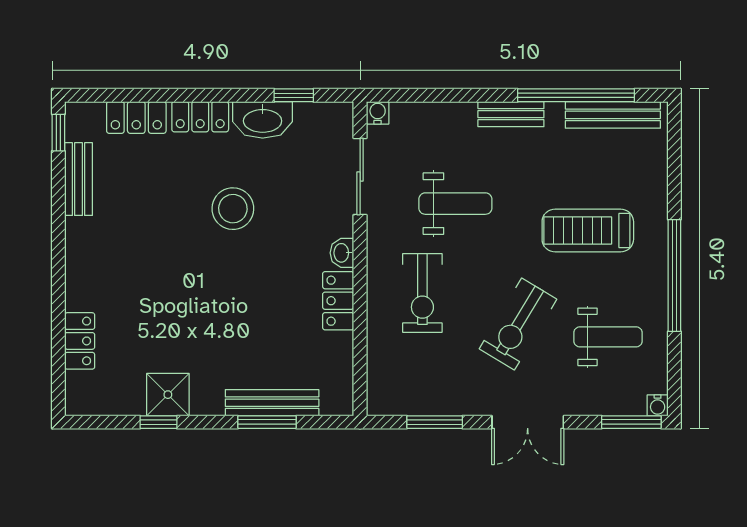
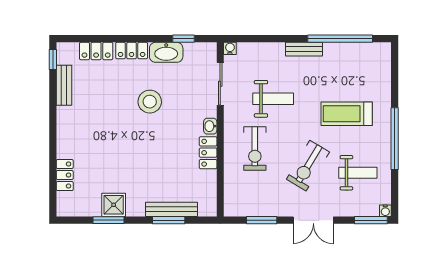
bench: (613, 115) -> (361, 50), removed
window: (159, 422) -> (108, 220), width x1.50

